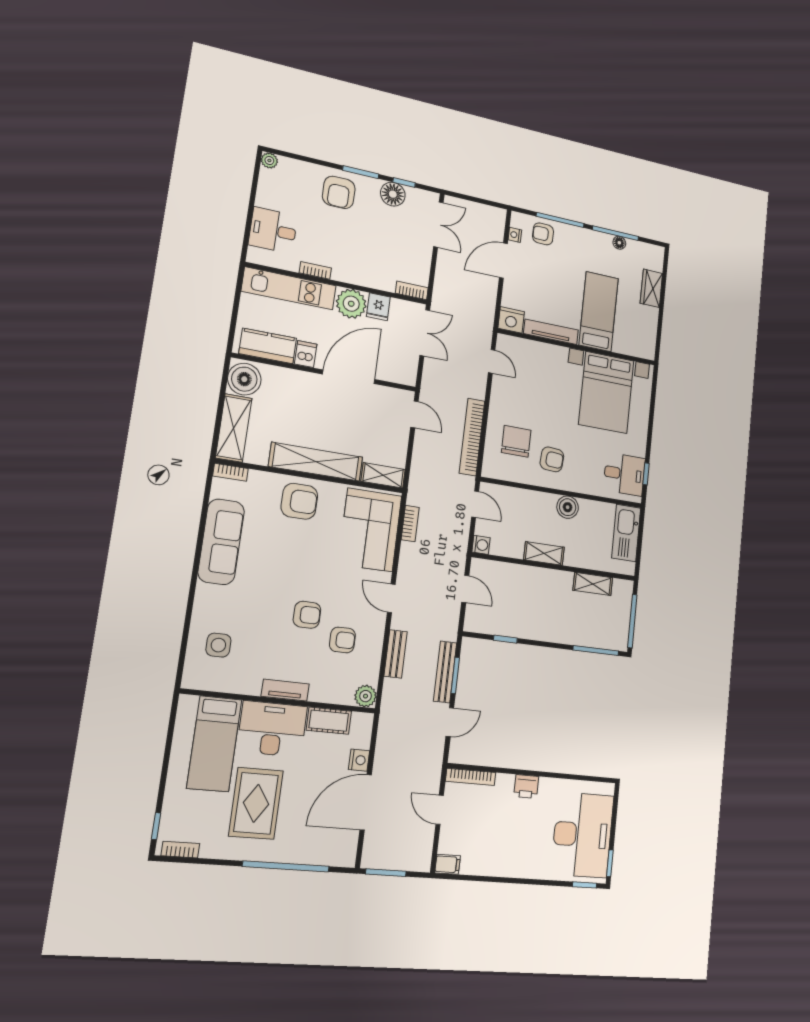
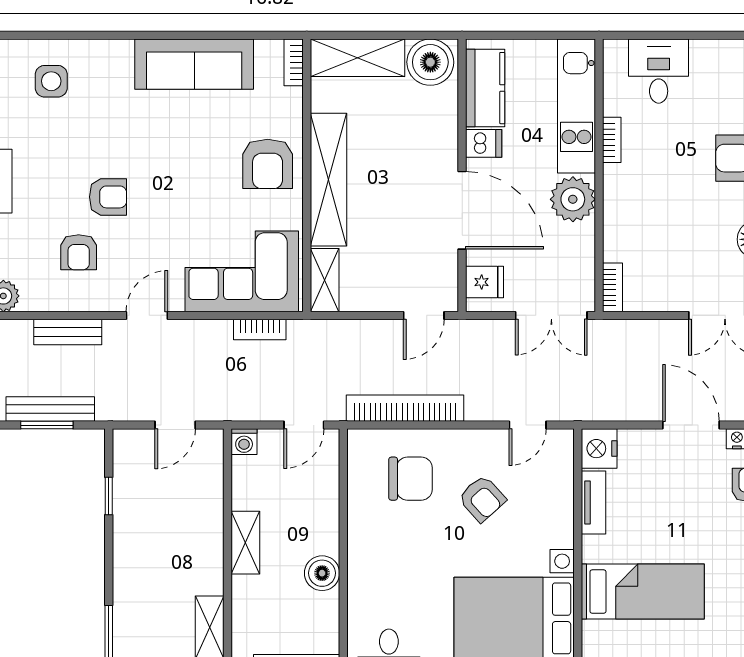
fridge: (378, 307) -> (485, 282), moved, turned 180
tv unit: (551, 332) -> (594, 502), width x0.71
armchair: (552, 459) -> (482, 499), moved, turned -46
armchair: (307, 615) -> (108, 197), turned -90

